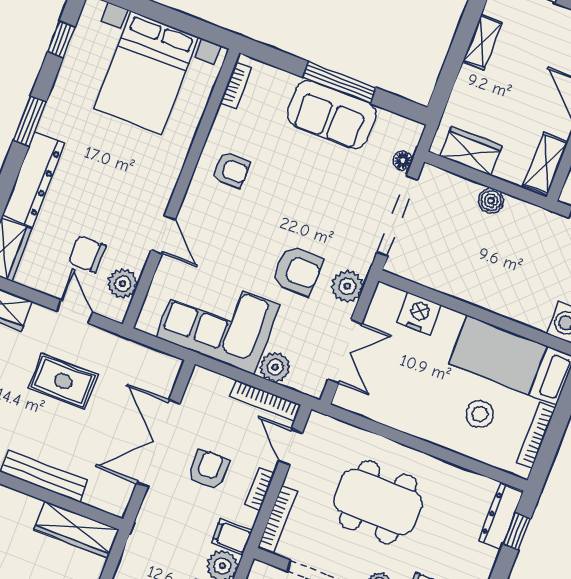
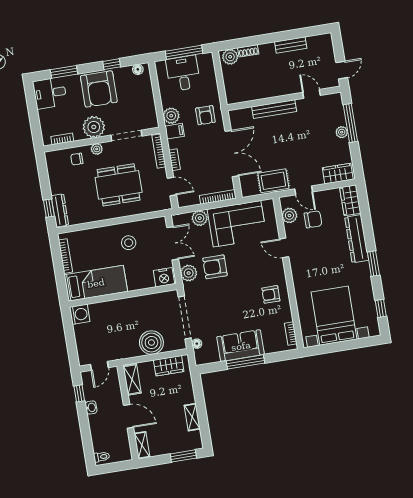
boiler: (491, 201) -> (151, 343), width x1.86, depth x1.86
nightstand: (419, 314) -> (164, 277), moved
double door: (345, 352) -> (173, 243), swing flipped
rug: (63, 381) -> (273, 181), moved
bookcase: (265, 401) -> (218, 197), moved
stool: (480, 414) -> (129, 243), moved
armchair: (209, 469) -> (205, 115), moved
wardrobe: (76, 529) -> (246, 94), removed

